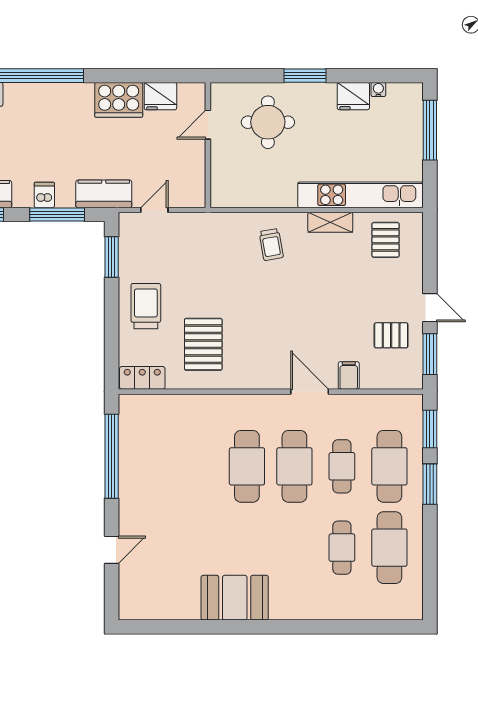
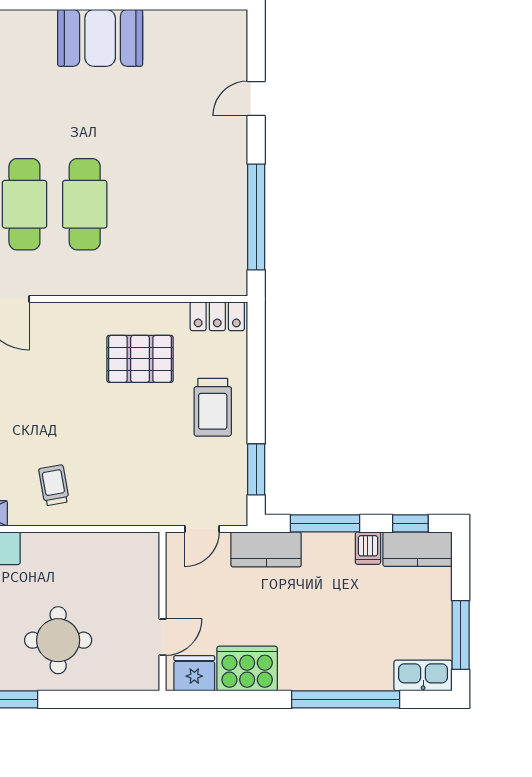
door: (208, 125) -> (162, 637), moved
wall: (208, 145) -> (162, 611), moved
dishwasher: (44, 195) -> (368, 548), moved
pallet: (203, 344) -> (140, 359), turned 90

